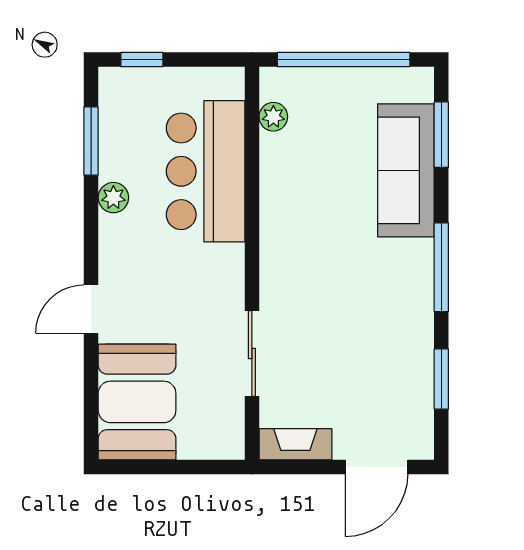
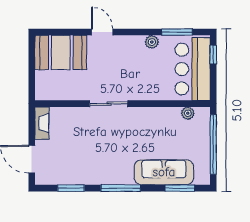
bar counter: (206, 171) -> (193, 69), moved, turned -90
sliding door: (252, 353) -> (109, 104), moved

